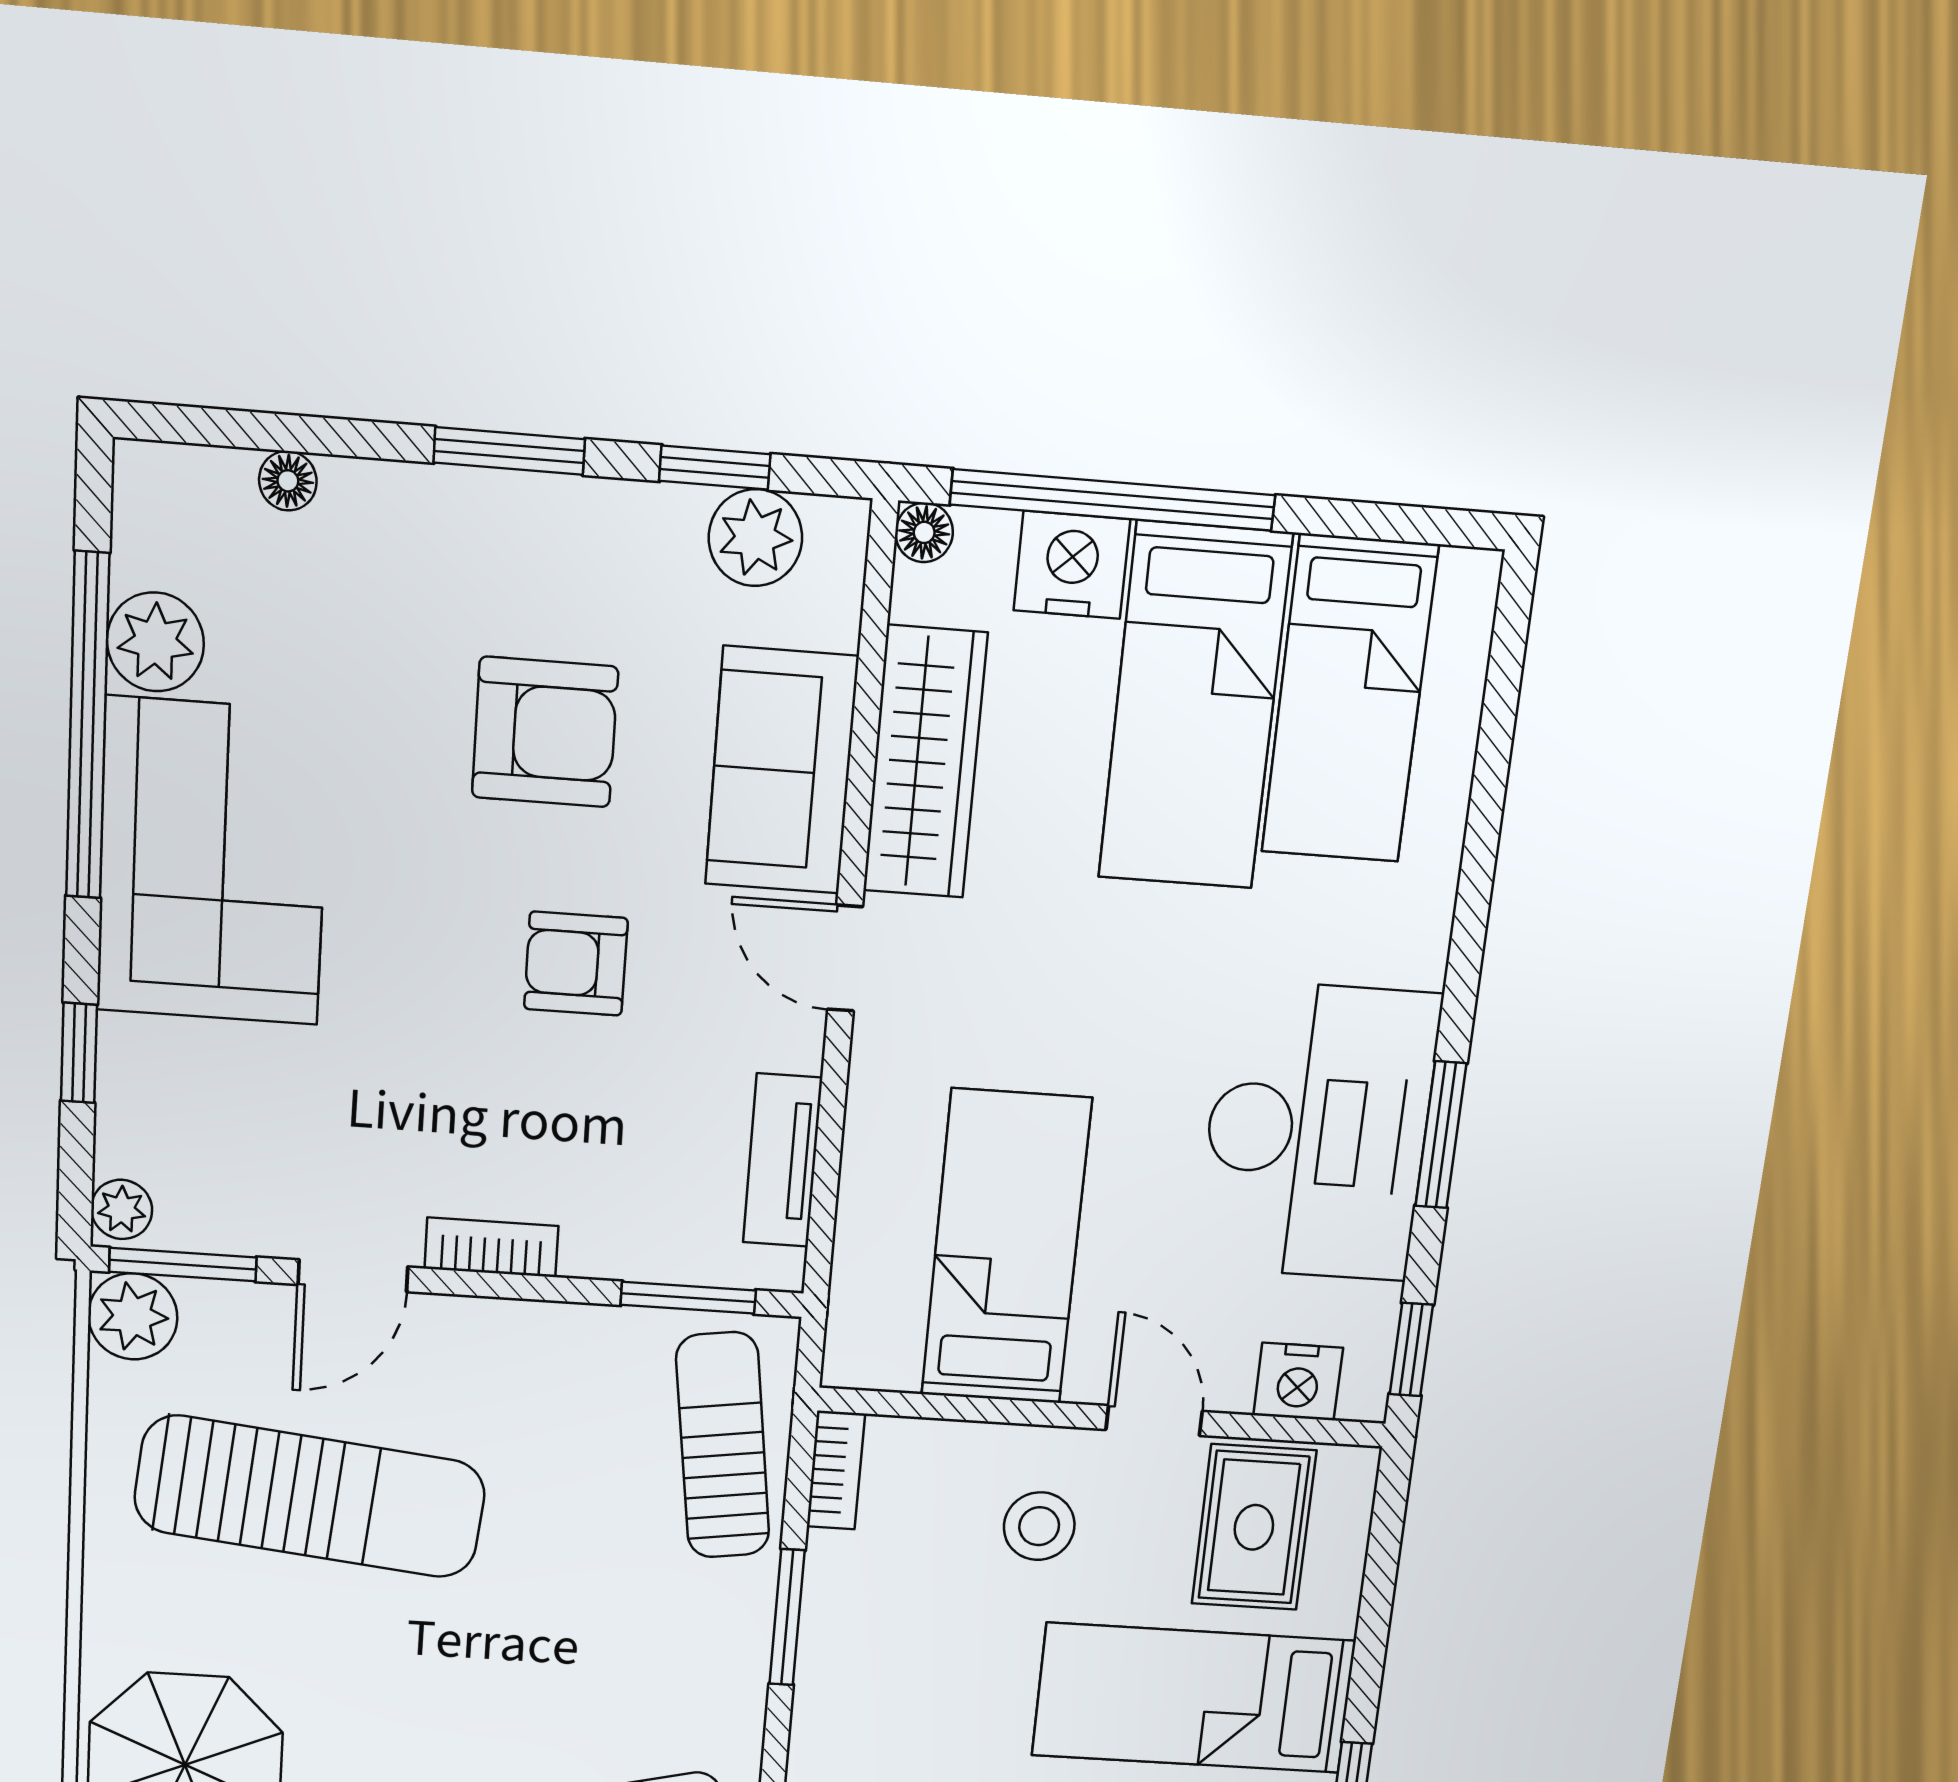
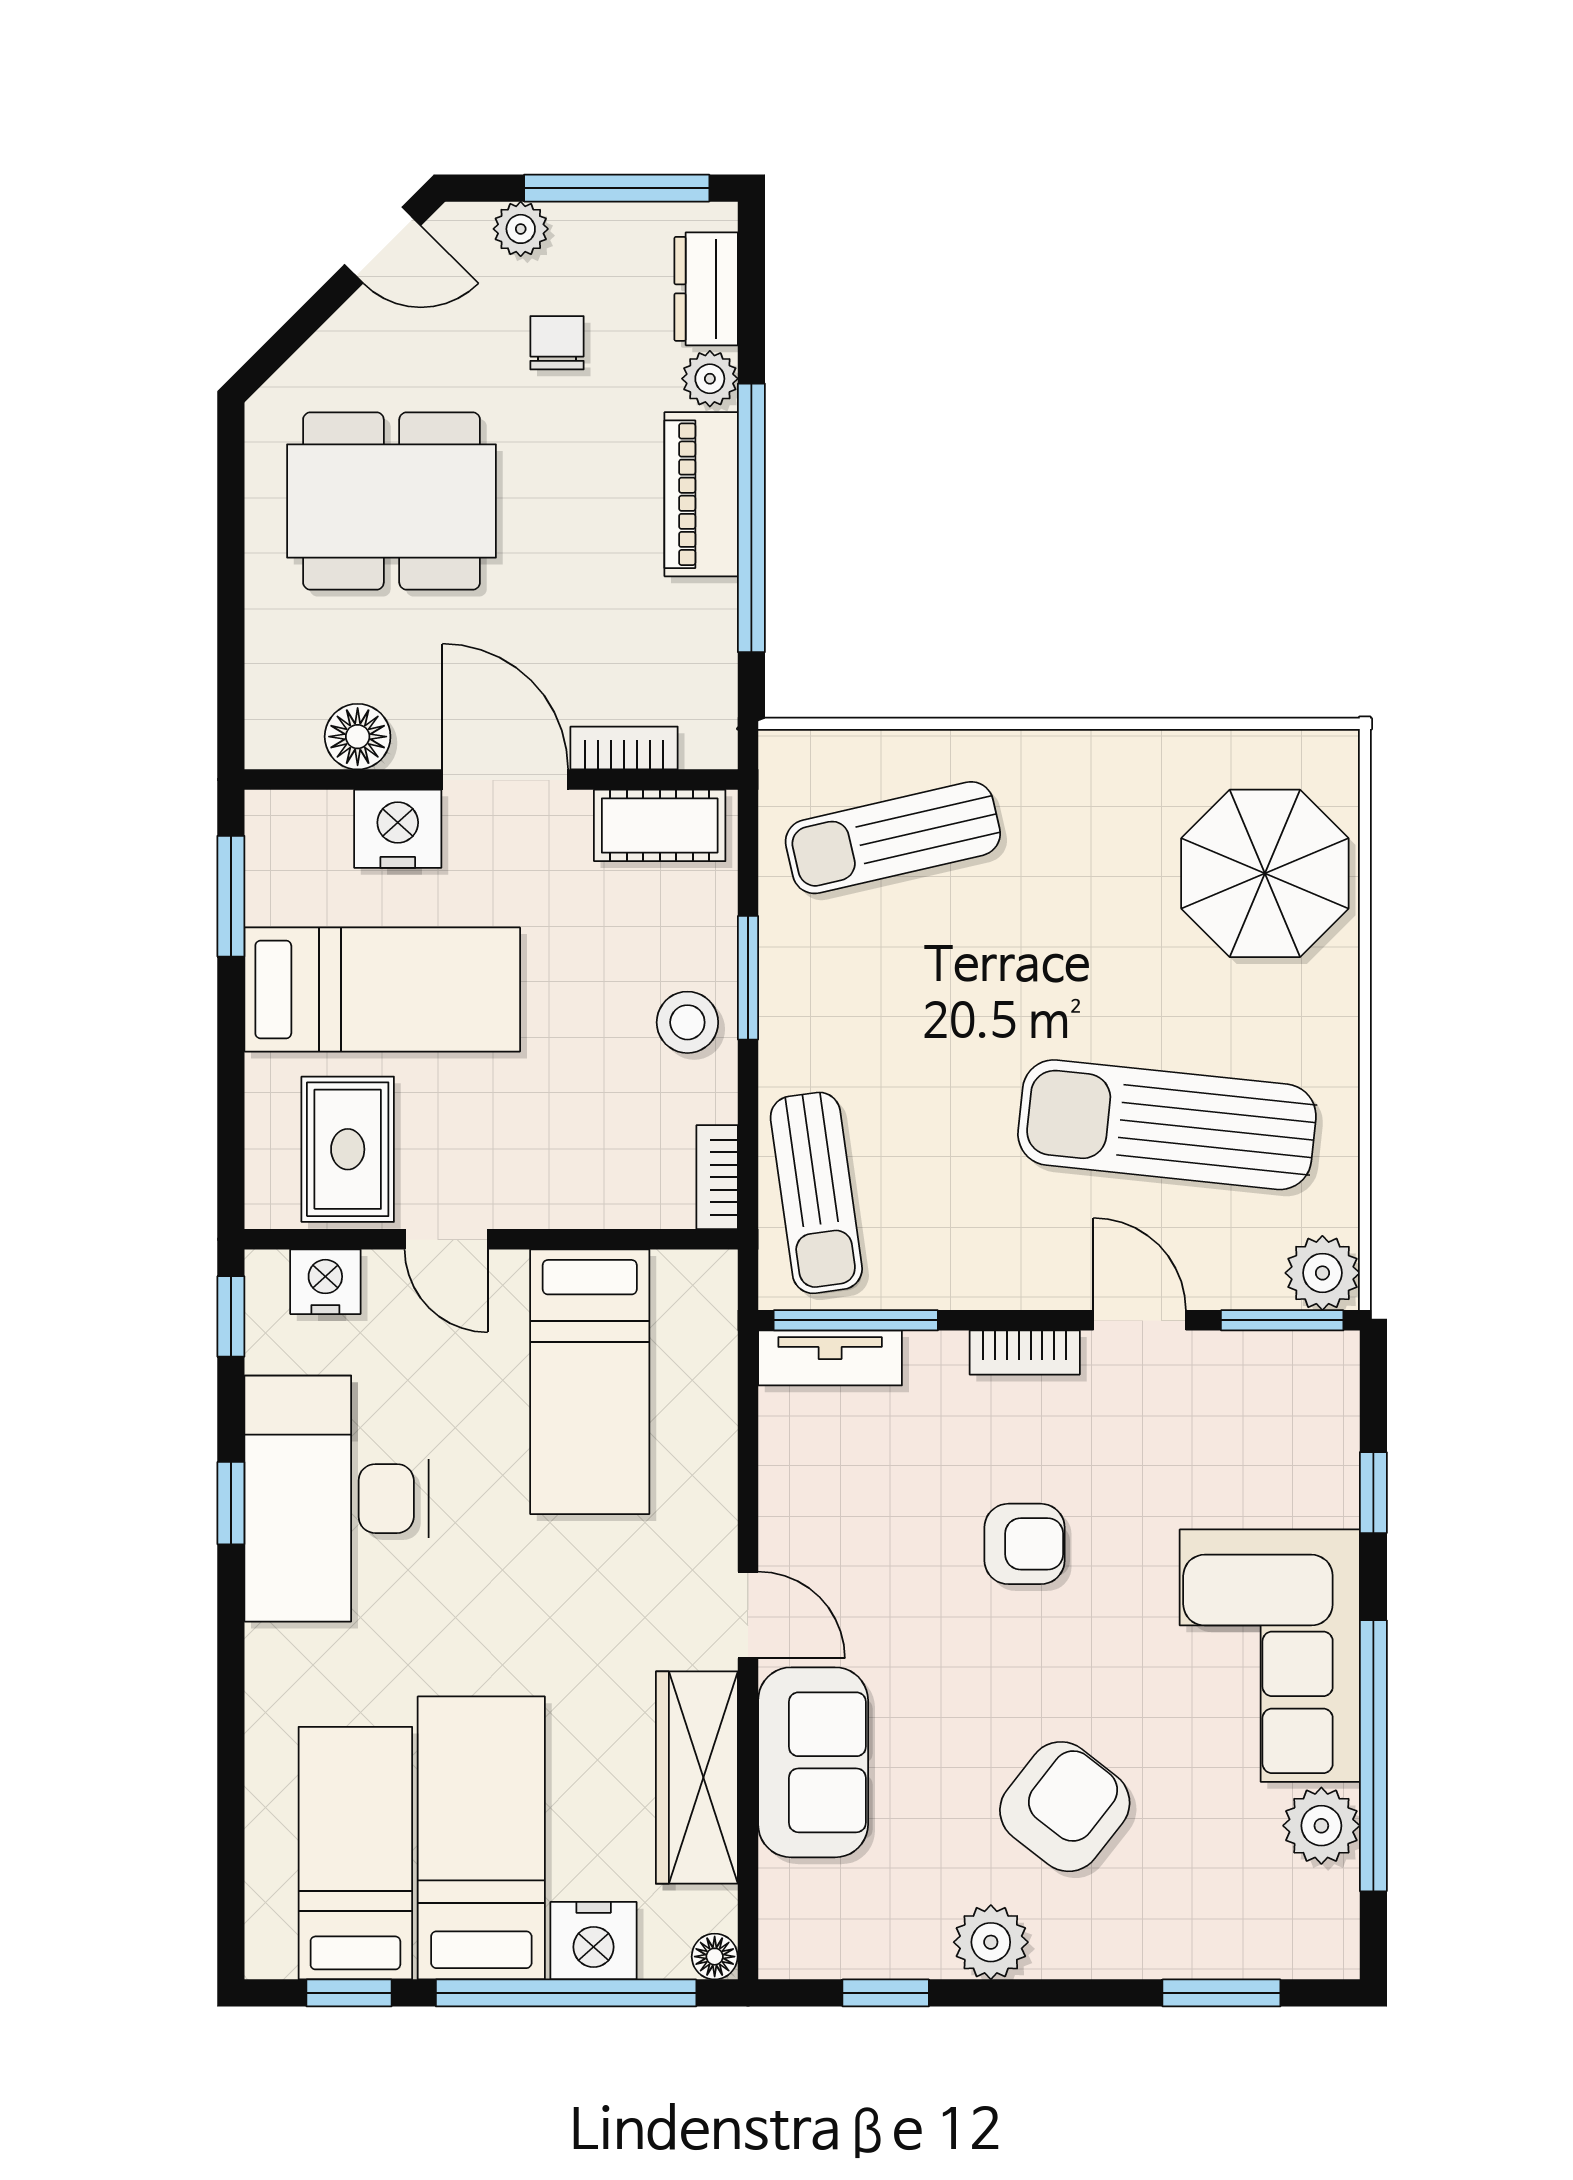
window: (509, 451) -> (1221, 1993), moved
floor lamp: (288, 481) -> (1222, 1957), removed
window: (1380, 522) -> (349, 1993), added
plant: (755, 538) -> (991, 1942), moved
armchair: (545, 732) -> (1065, 1807), moved, turned 128
armchair: (576, 964) -> (1025, 1544), moved
window: (1441, 1135) -> (231, 1503), width x0.67
tv unit: (783, 1160) -> (830, 1358), moved, turned 90
plant: (122, 1209) -> (1335, 1364), removed
door: (353, 1276) -> (1140, 1320), hinge flipped
window: (688, 1298) -> (856, 1320), width x1.44
stool: (1039, 1526) -> (687, 1022), moved
window: (787, 1617) -> (748, 978), moved

